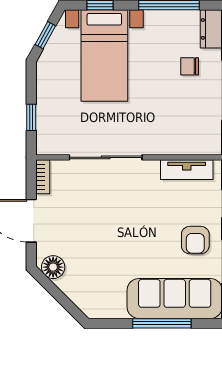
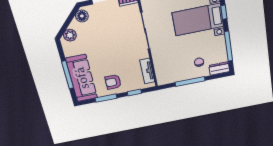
plant: (85, 298) -> (70, 35), added

